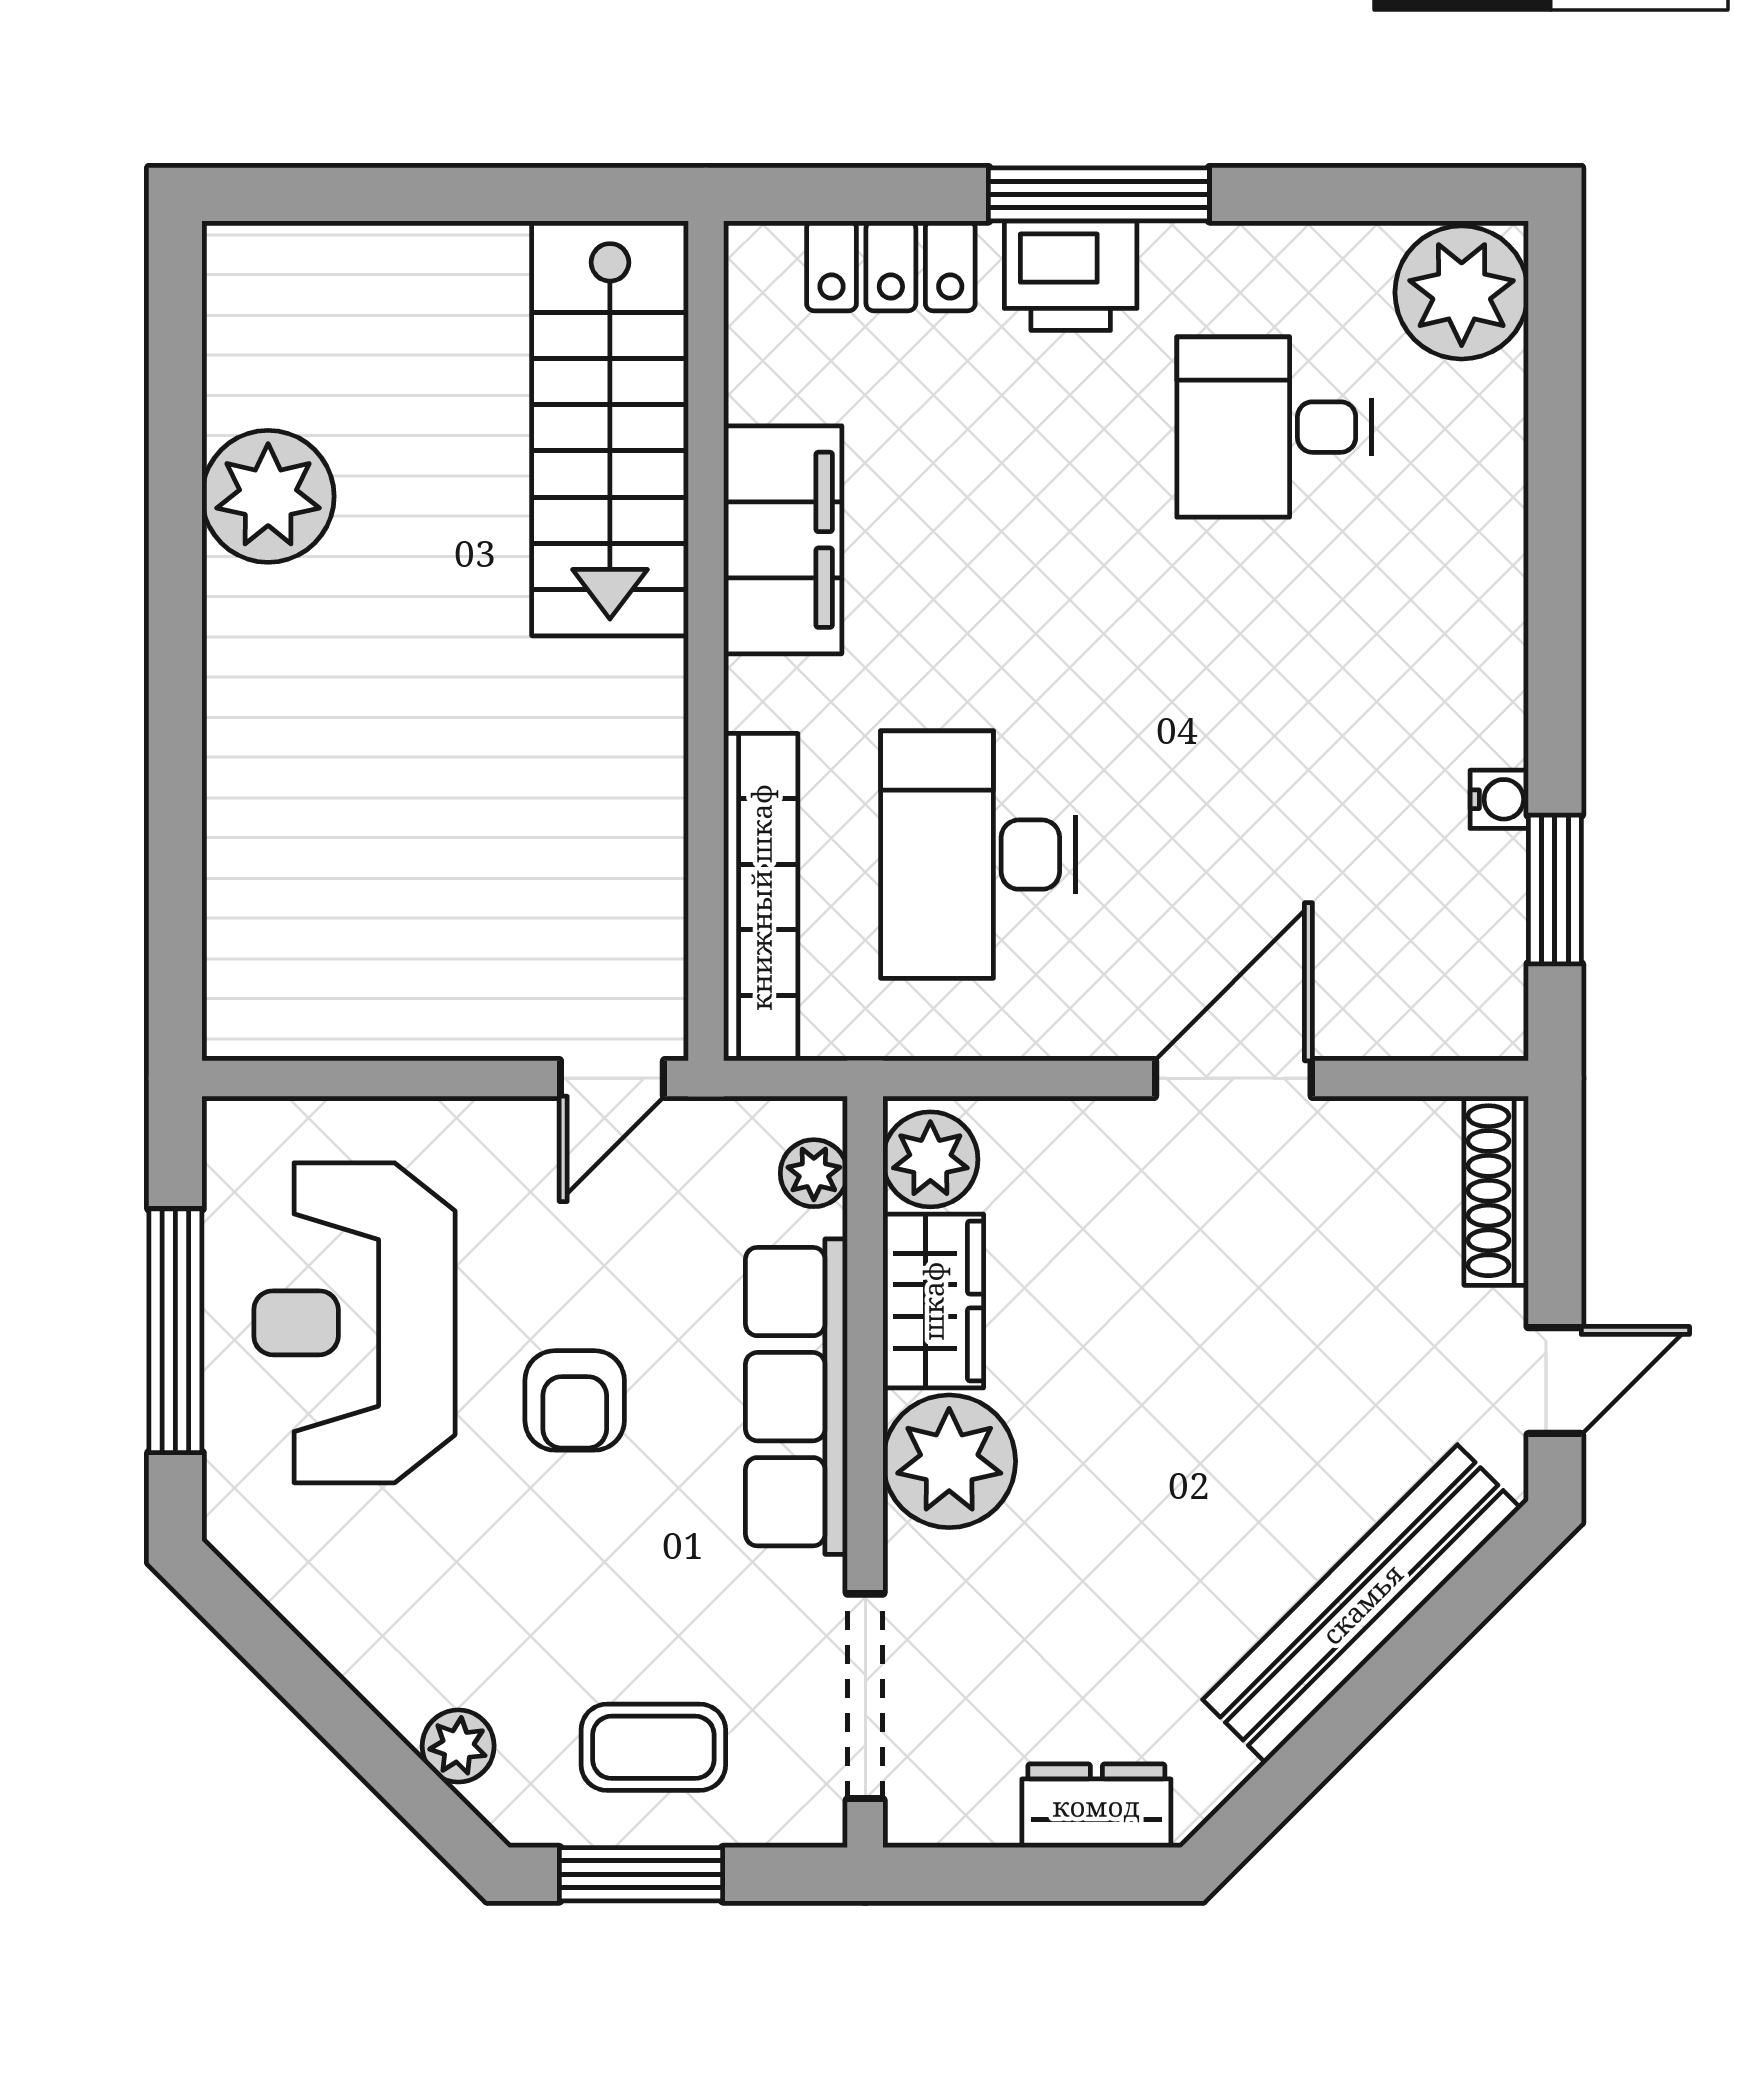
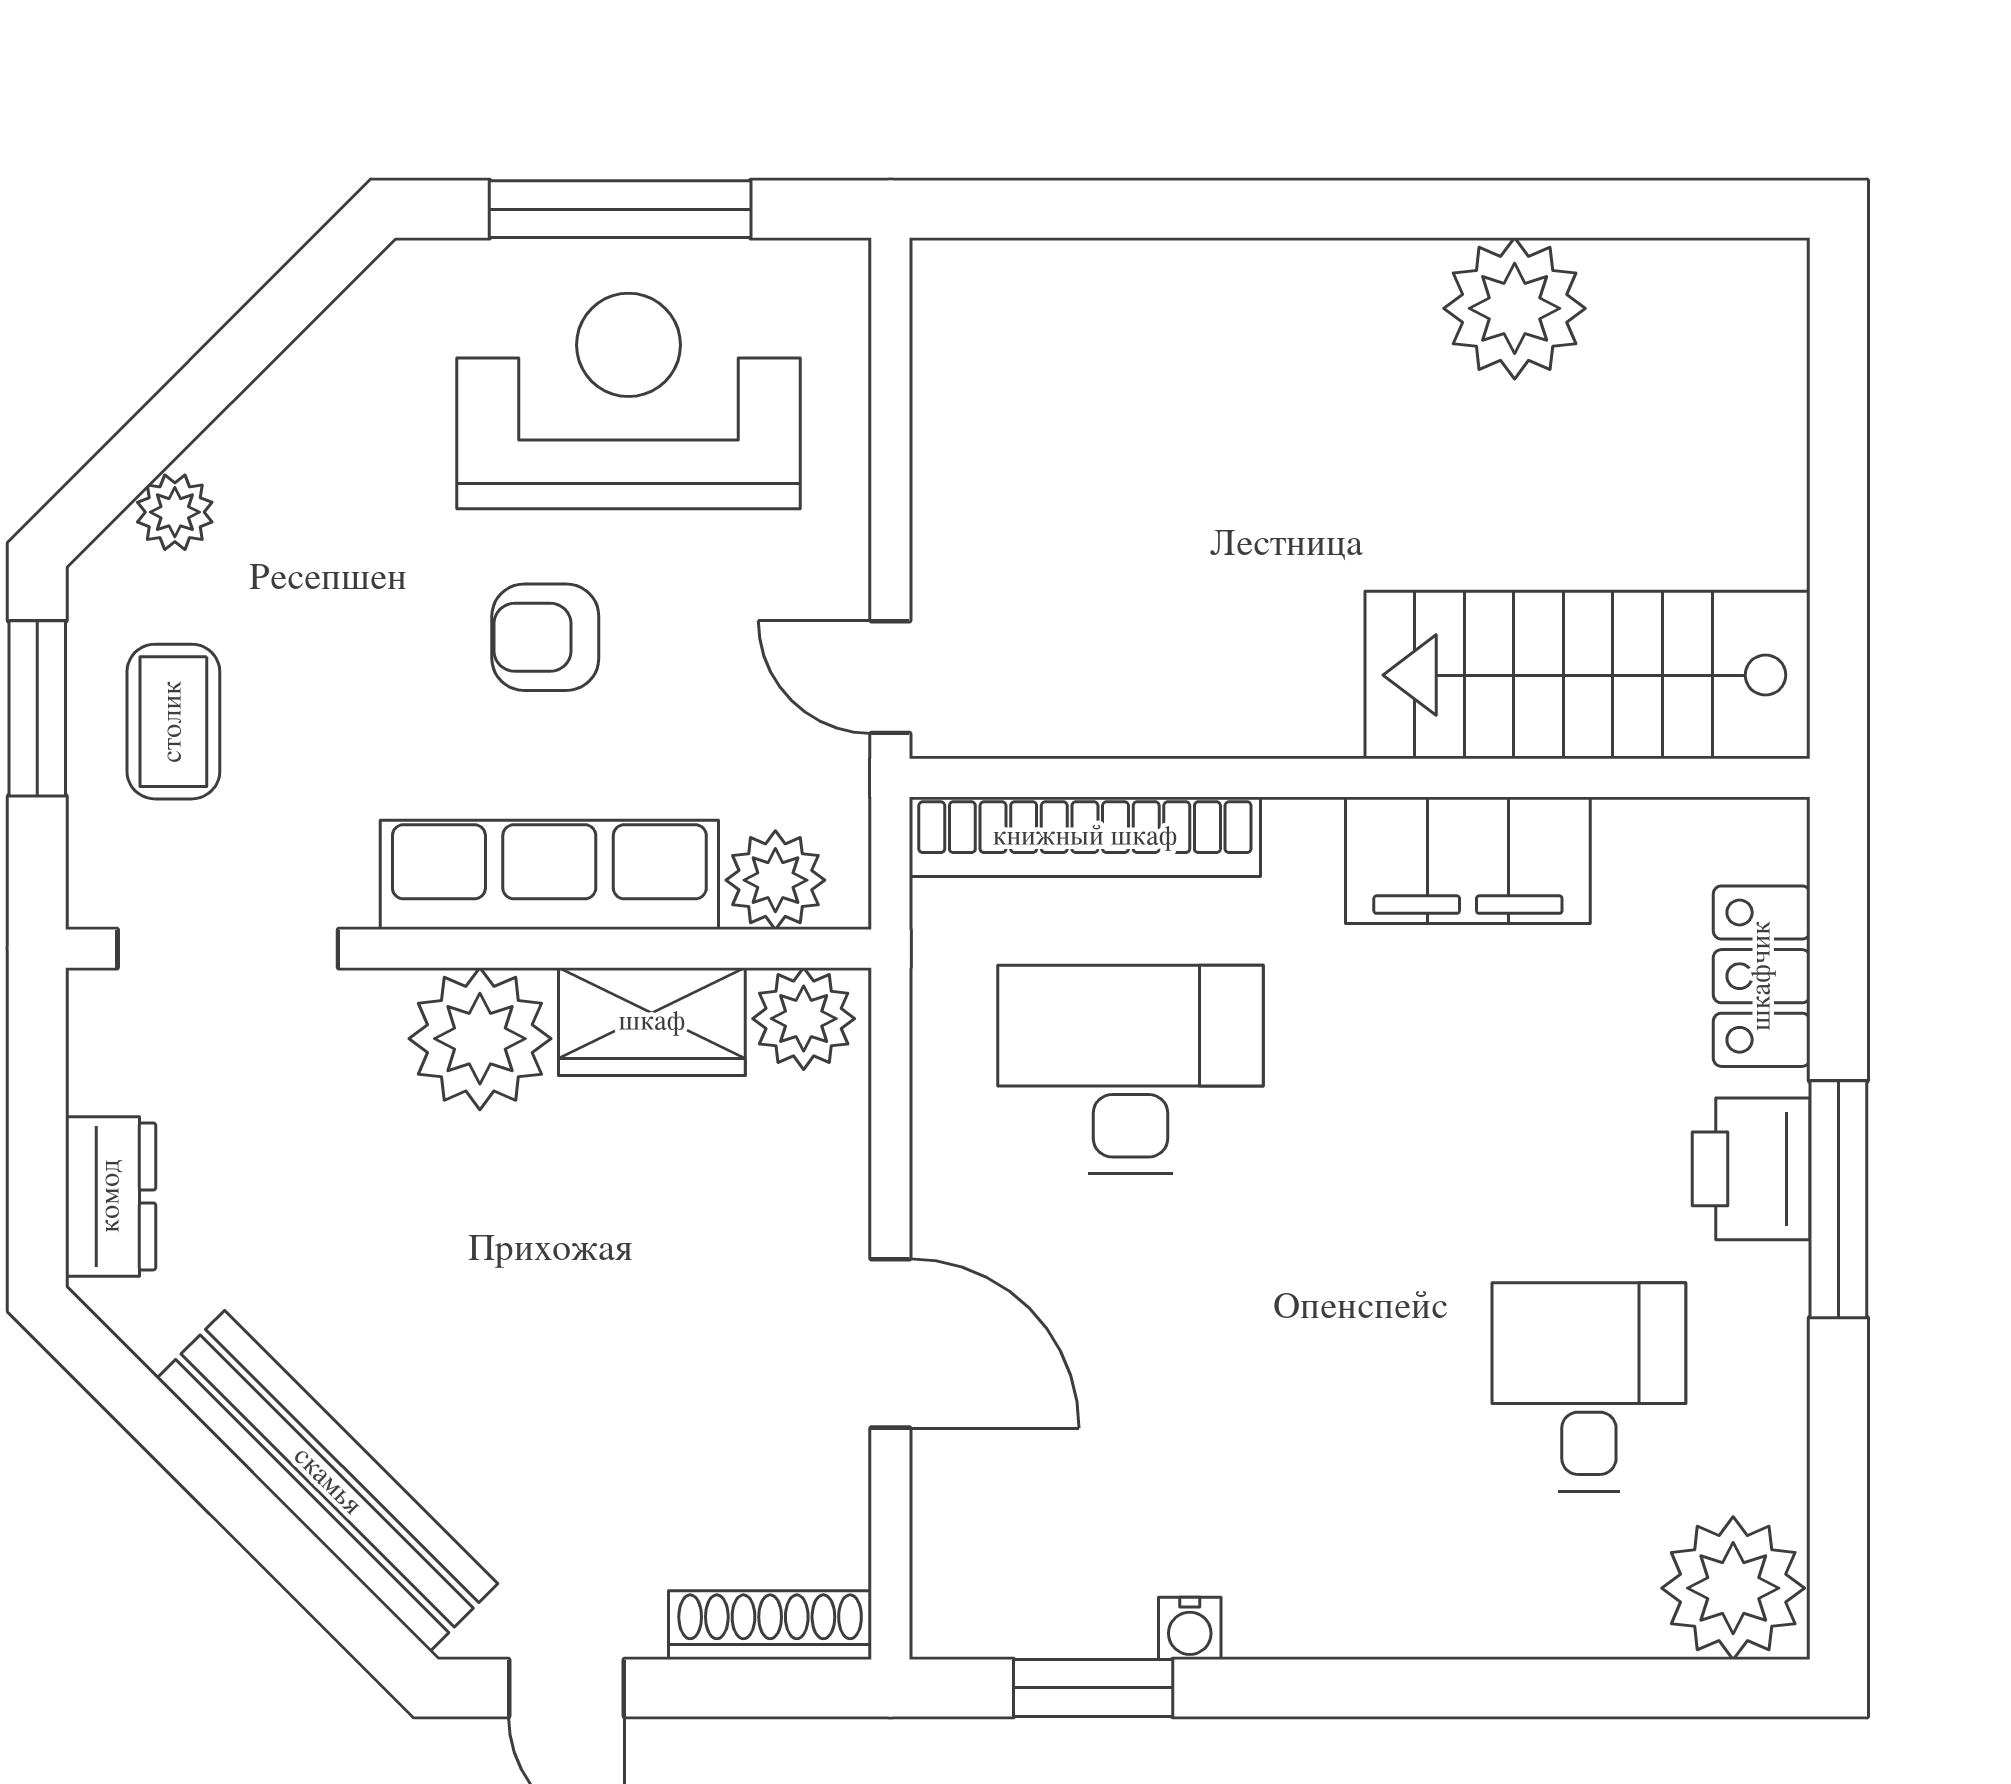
plant: (814, 1173) -> (775, 880), width x1.38, depth x1.38

